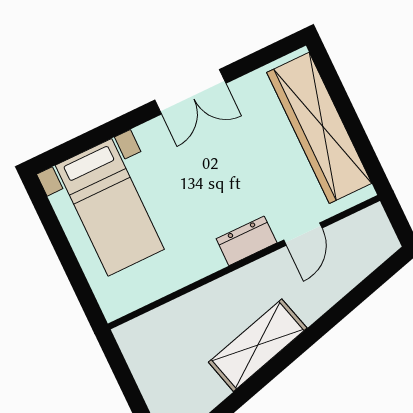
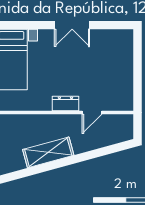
wardrobe: (319, 128) -> (122, 69), removed

